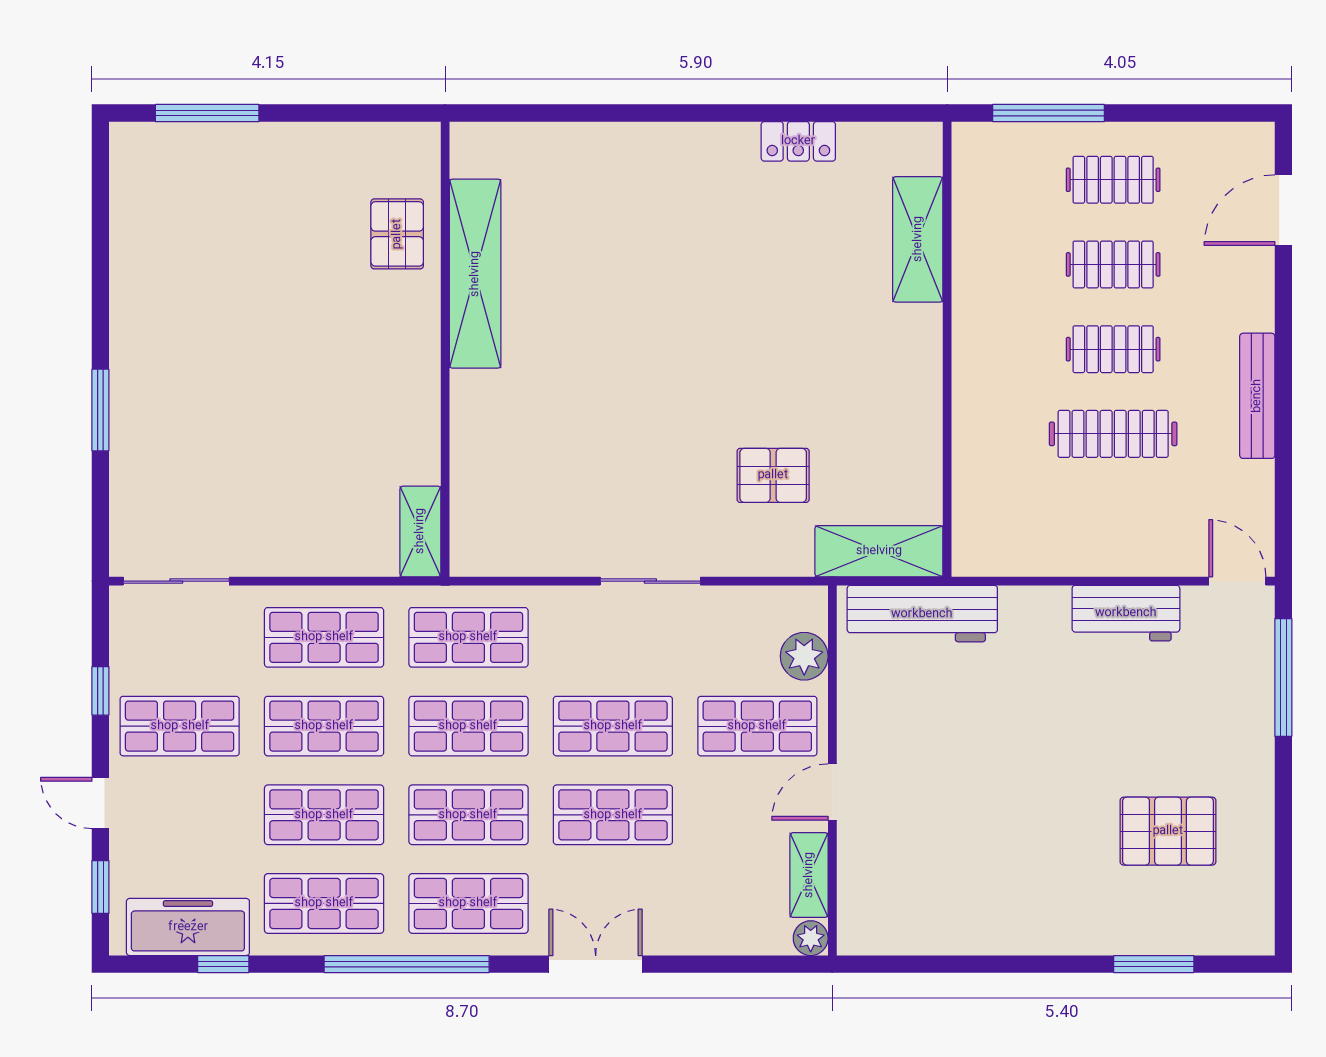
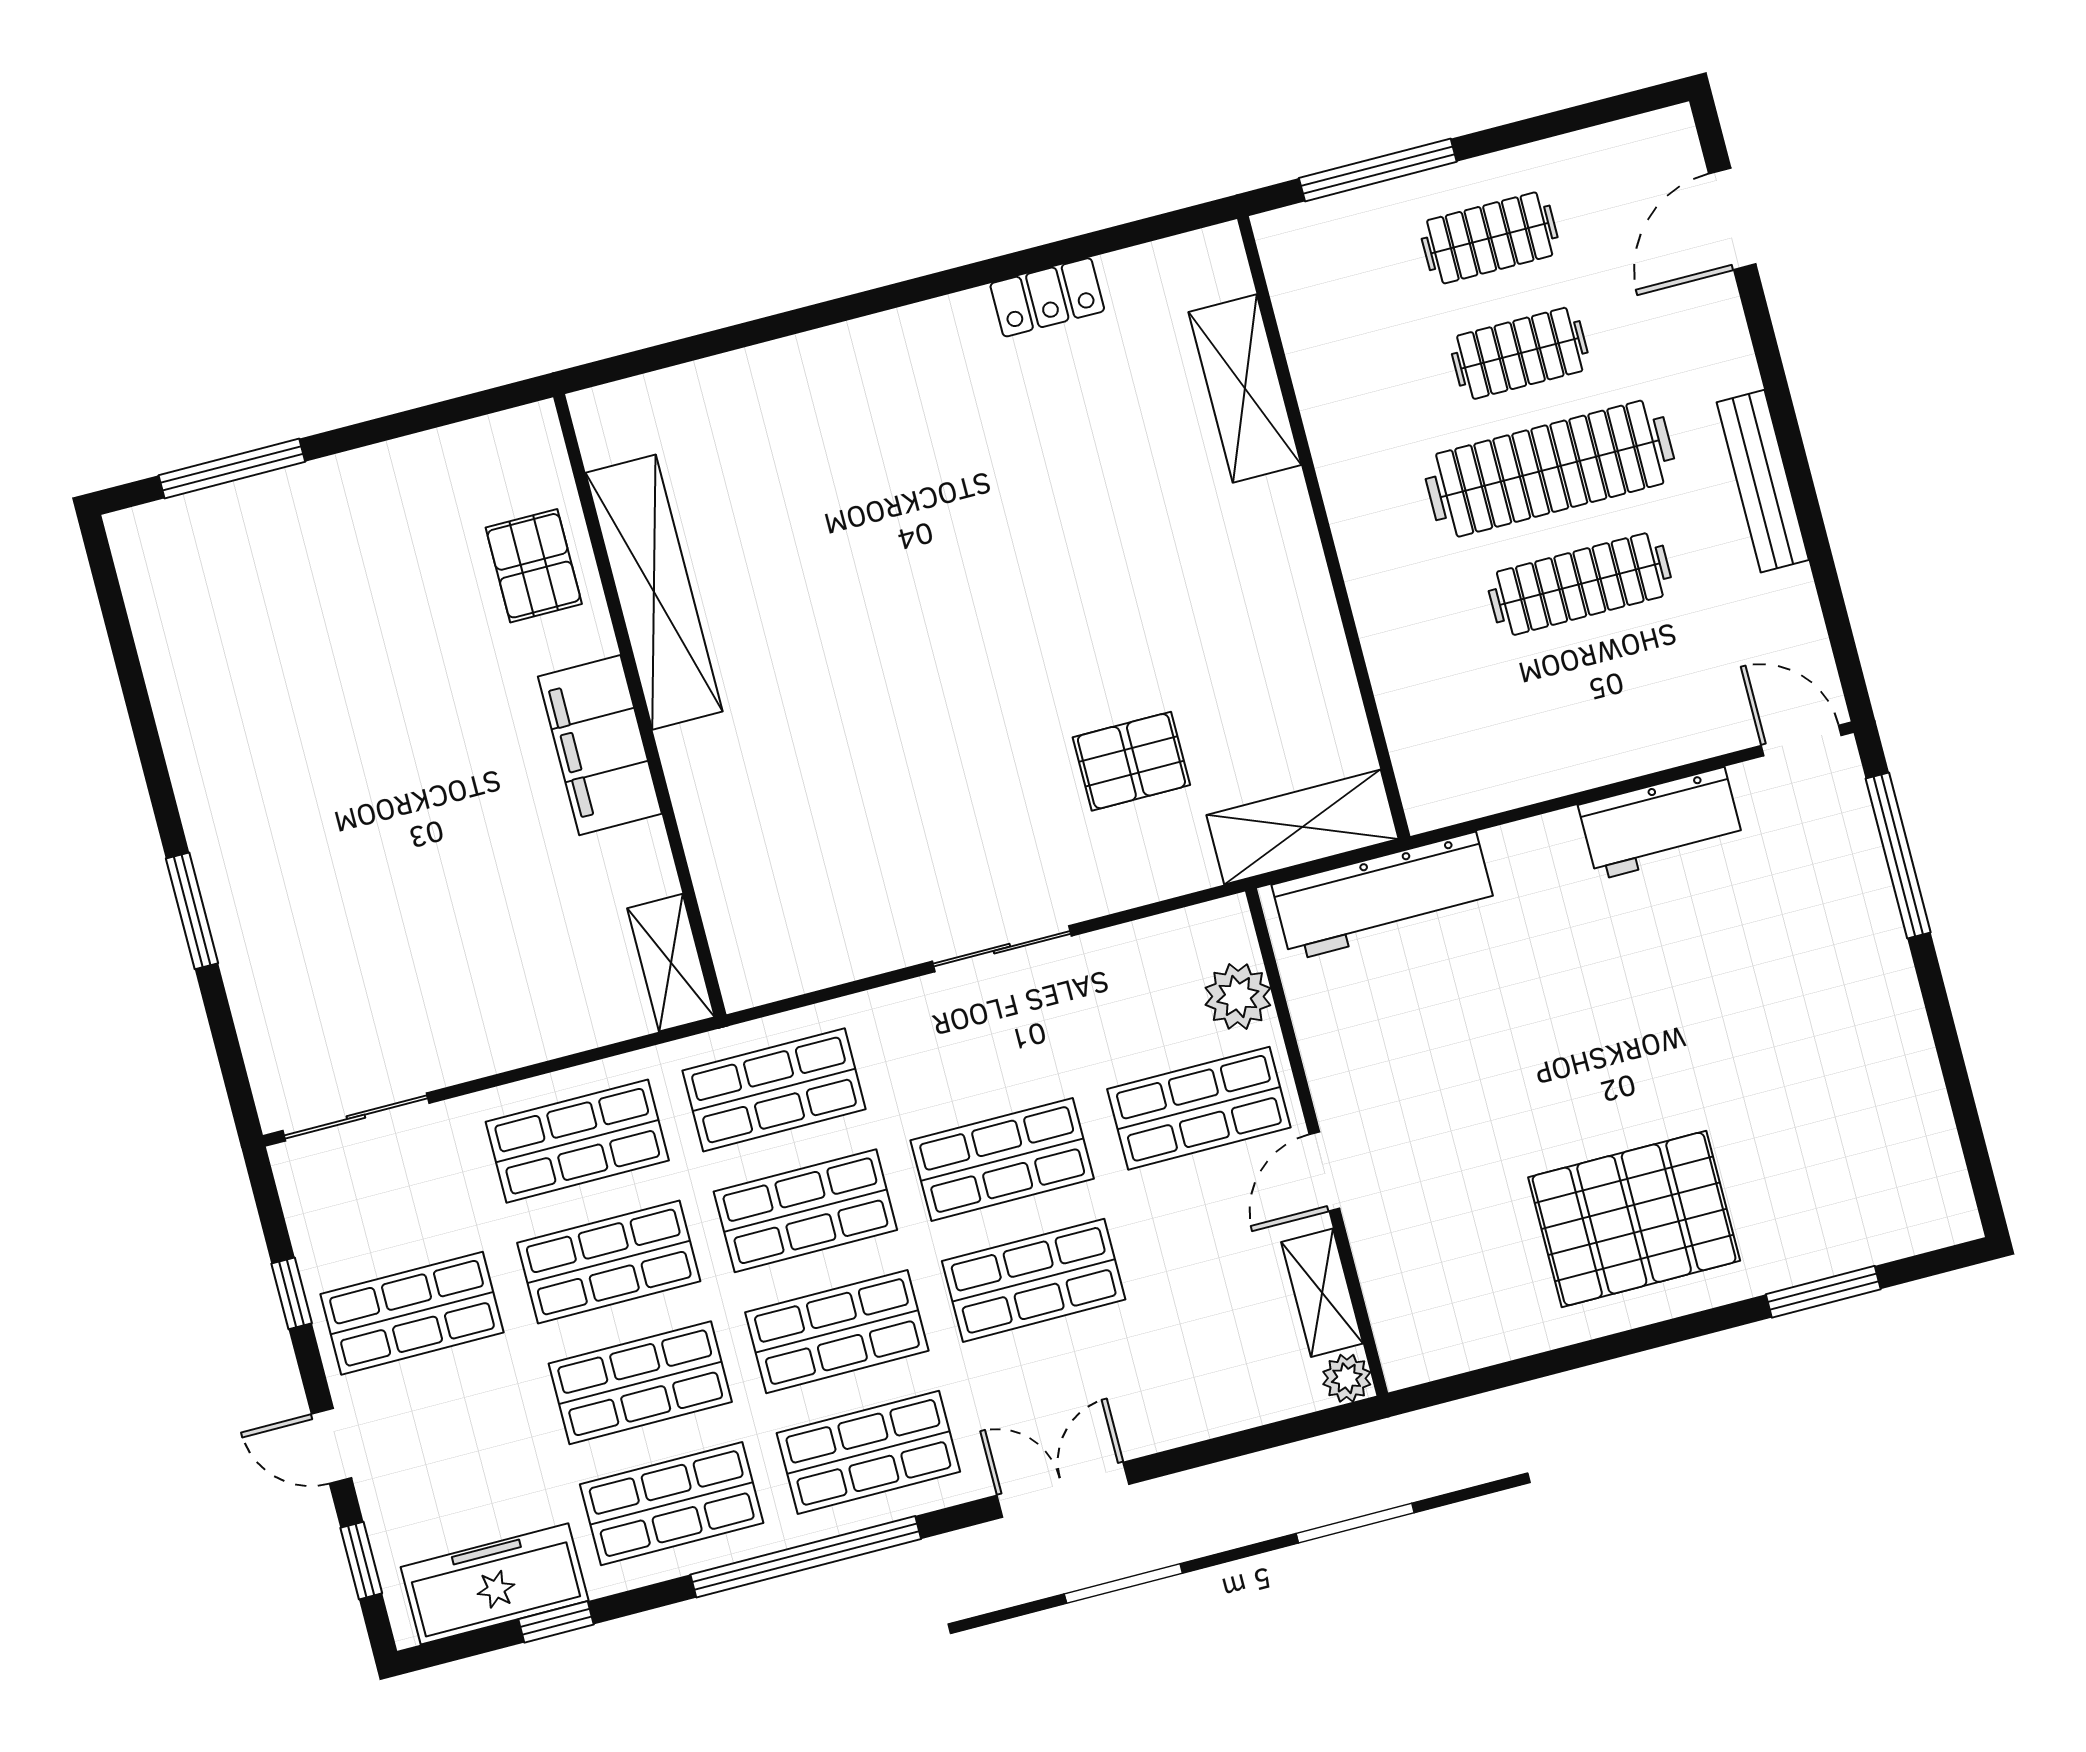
clothes rail: (1113, 349) -> (1550, 469), width x1.86, depth x1.31
filing cabinet: (411, 369) -> (600, 745), added
pallet: (1168, 831) -> (1634, 1219), moved, width x1.37, depth x1.41

